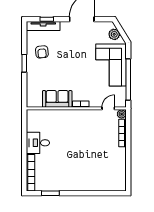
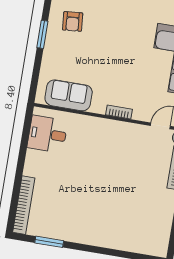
sofa: (57, 99) -> (69, 95), moved
desk: (38, 143) -> (47, 134), moved

